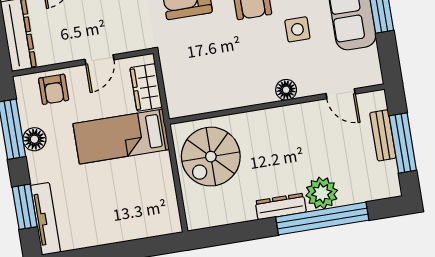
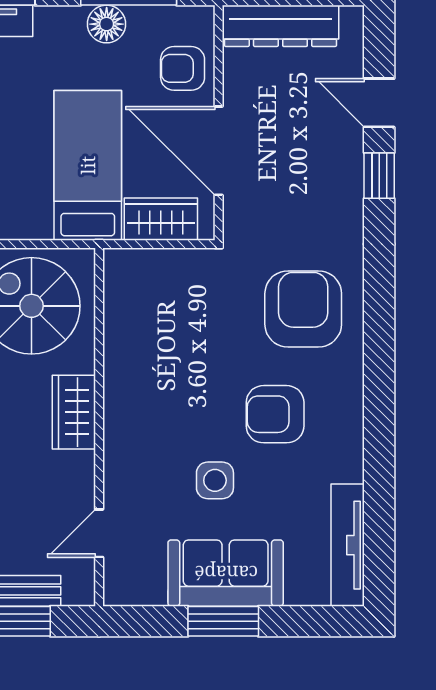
door: (99, 60) -> (219, 151), width x1.88
floor lamp: (286, 90) -> (120, 446), removed
wardrobe: (270, 121) -> (74, 412), added

